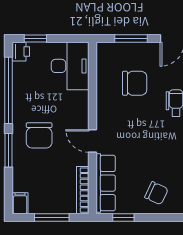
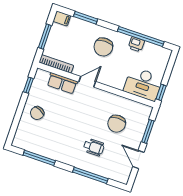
window: (35, 38) -> (161, 92), moved
printer: (21, 52) -> (136, 44), moved
chair: (39, 135) -> (103, 47), turned -90
window: (8, 150) -> (86, 18), moved
row of seats: (106, 183) -> (62, 83), width x0.68

